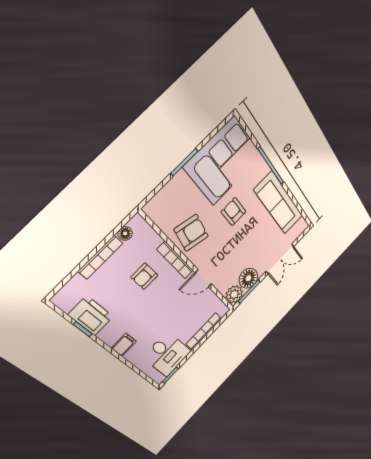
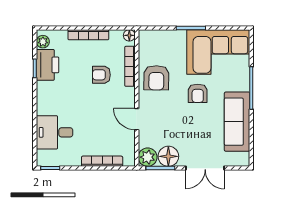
armchair: (234, 212) -> (198, 93), turned 180
floor lamp: (125, 233) -> (129, 35), moved
armchair: (191, 233) -> (156, 78), turned 79
bookcase: (175, 260) -> (130, 66), moved
plant: (66, 303) -> (43, 42), added
filing cabinet: (124, 345) -> (46, 107), removed
desk: (167, 354) -> (55, 132), moved, turned 90

